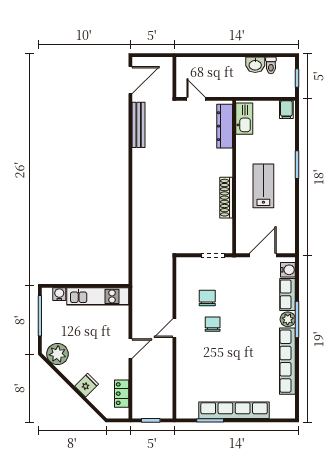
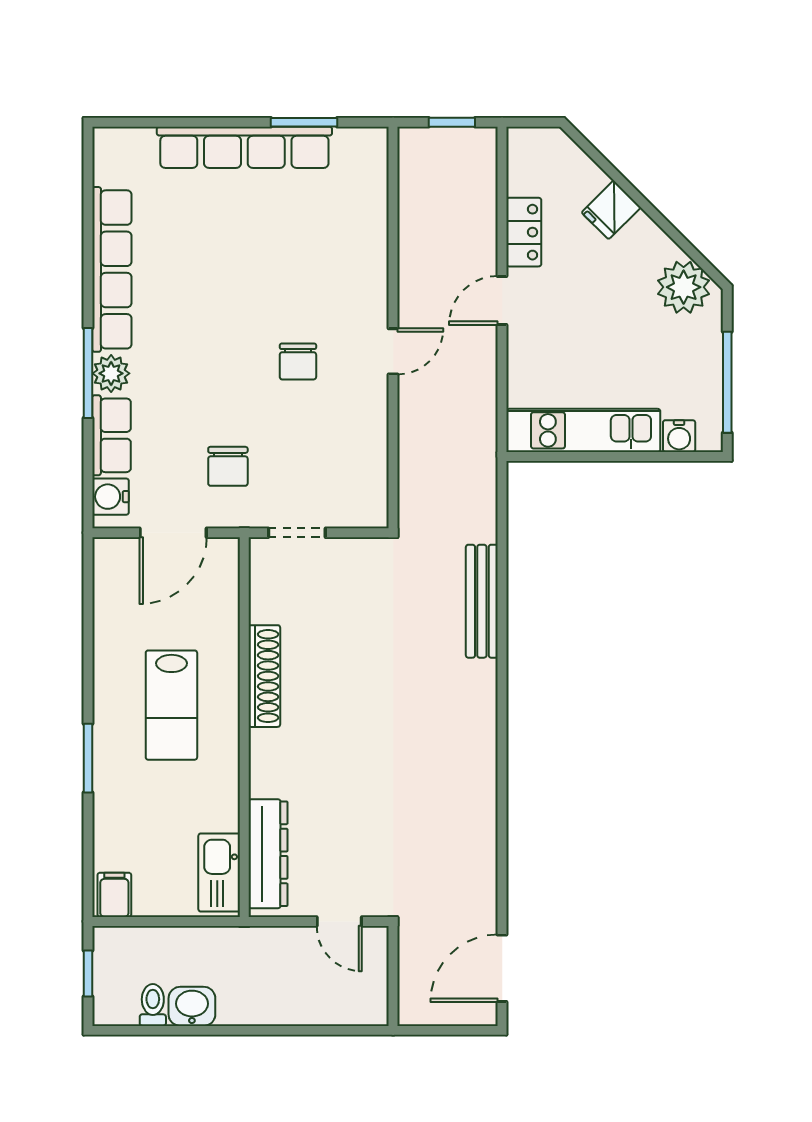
bench: (139, 125) -> (482, 601), moved
chair: (207, 298) -> (228, 466), moved
locker: (122, 394) -> (524, 232), moved

